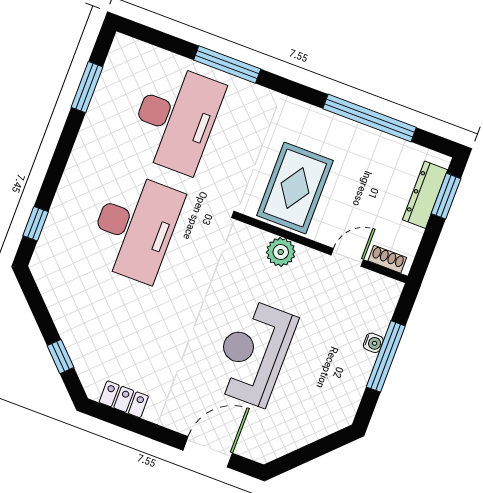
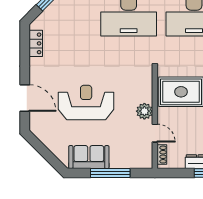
plant: (281, 252) -> (144, 111), moved
water cooler: (373, 343) -> (115, 164), removed
sofa: (346, 382) -> (89, 157), added

